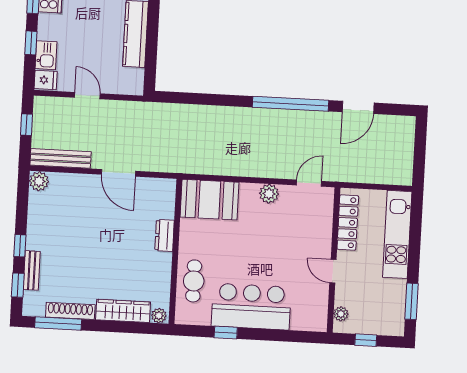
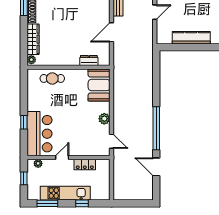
locker: (348, 222) -> (85, 165), width x0.66
kitchen unit: (397, 234) -> (65, 193), moved
dresser: (165, 235) -> (89, 60), moved
window: (415, 241) -> (82, 203), added
bar counter: (251, 307) -> (39, 134), moved
window: (226, 333) -> (24, 122), moved

